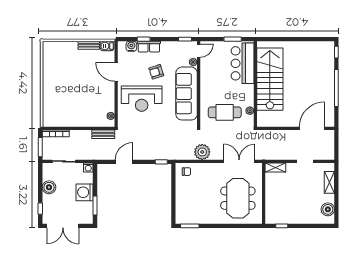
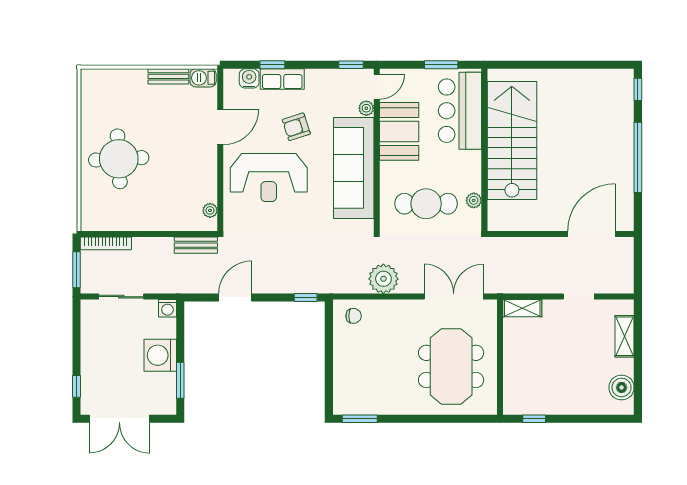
door: (116, 72) -> (220, 127), swing flipped
booth: (210, 74) -> (399, 131), added
round table: (63, 89) -> (119, 159), added
boiler: (49, 187) -> (93, 346), removed

